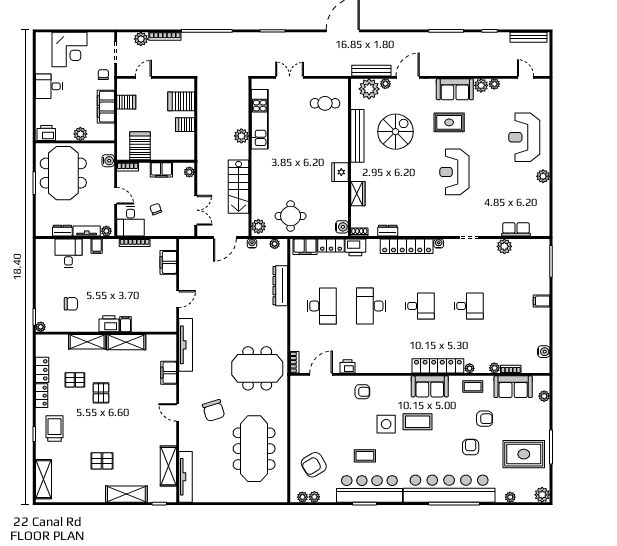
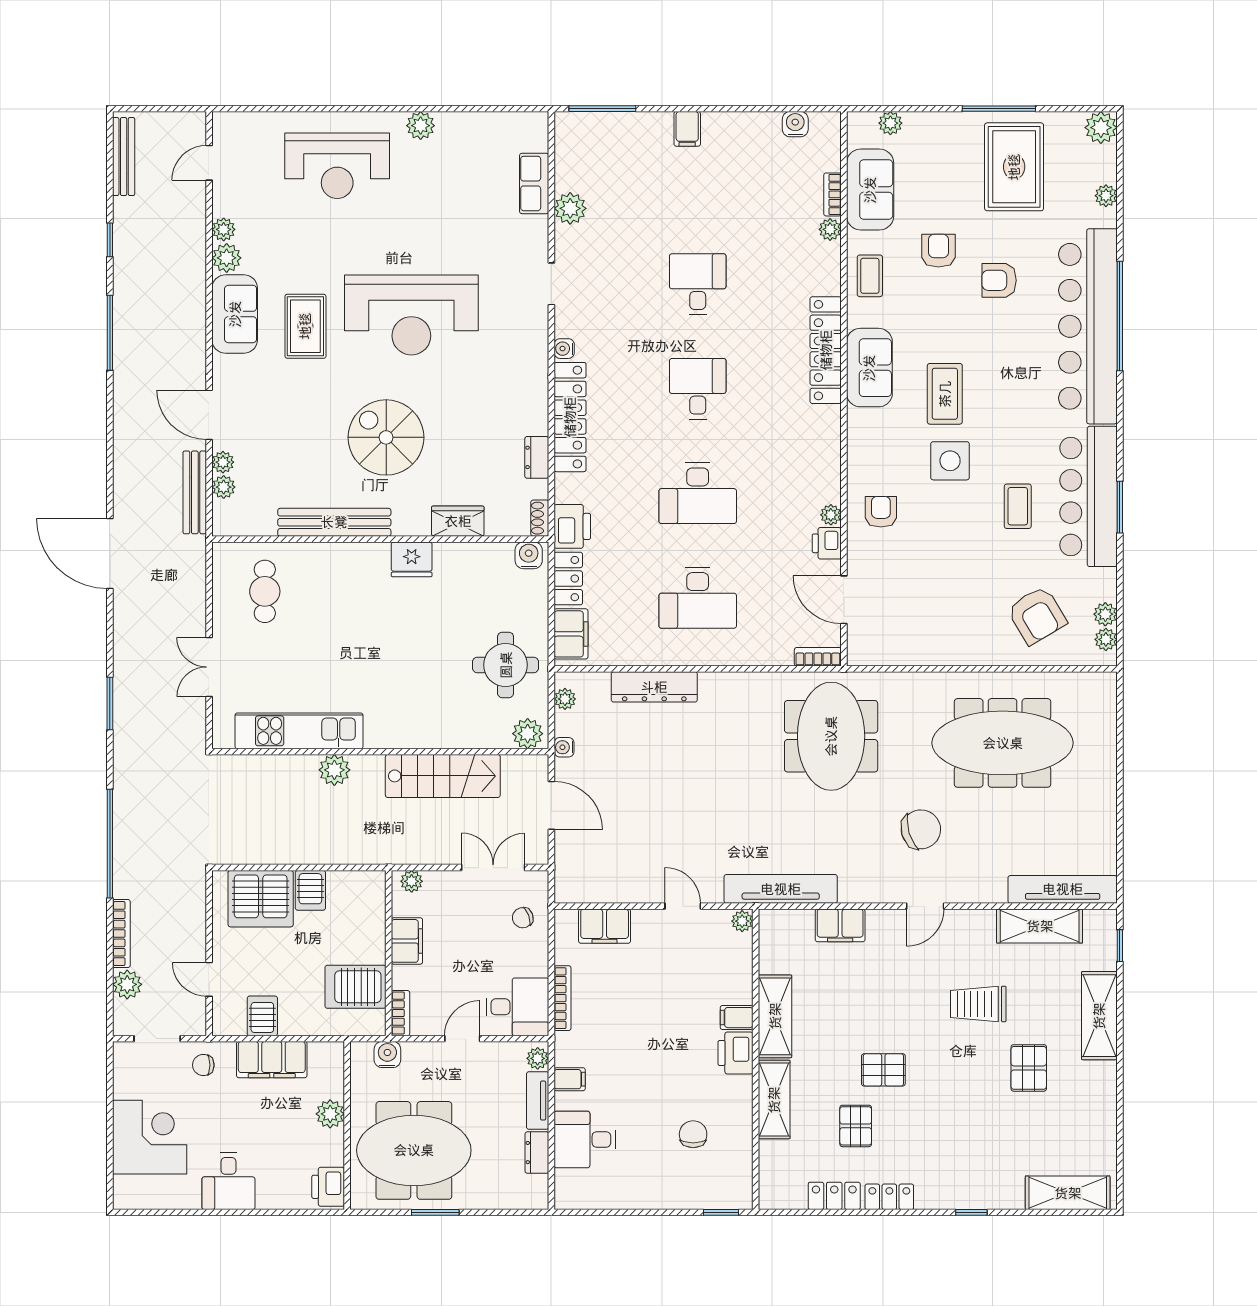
plant: (369, 89) -> (224, 487), width x0.53, depth x0.53
server rack: (181, 101) -> (261, 899), width x1.60
spiral stairs: (396, 132) -> (386, 437), moved
reception desk: (454, 172) -> (411, 315), width x1.36, depth x1.30
chair: (156, 209) -> (523, 918), moved
desk: (322, 306) -> (698, 598), turned 180
plant: (41, 327) -> (742, 921), moved
plant: (470, 368) -> (831, 515), moved
trolley: (55, 428) -> (978, 1004), moved

